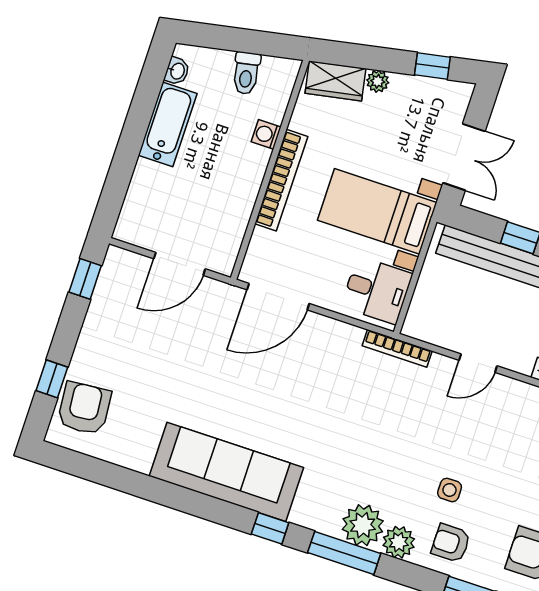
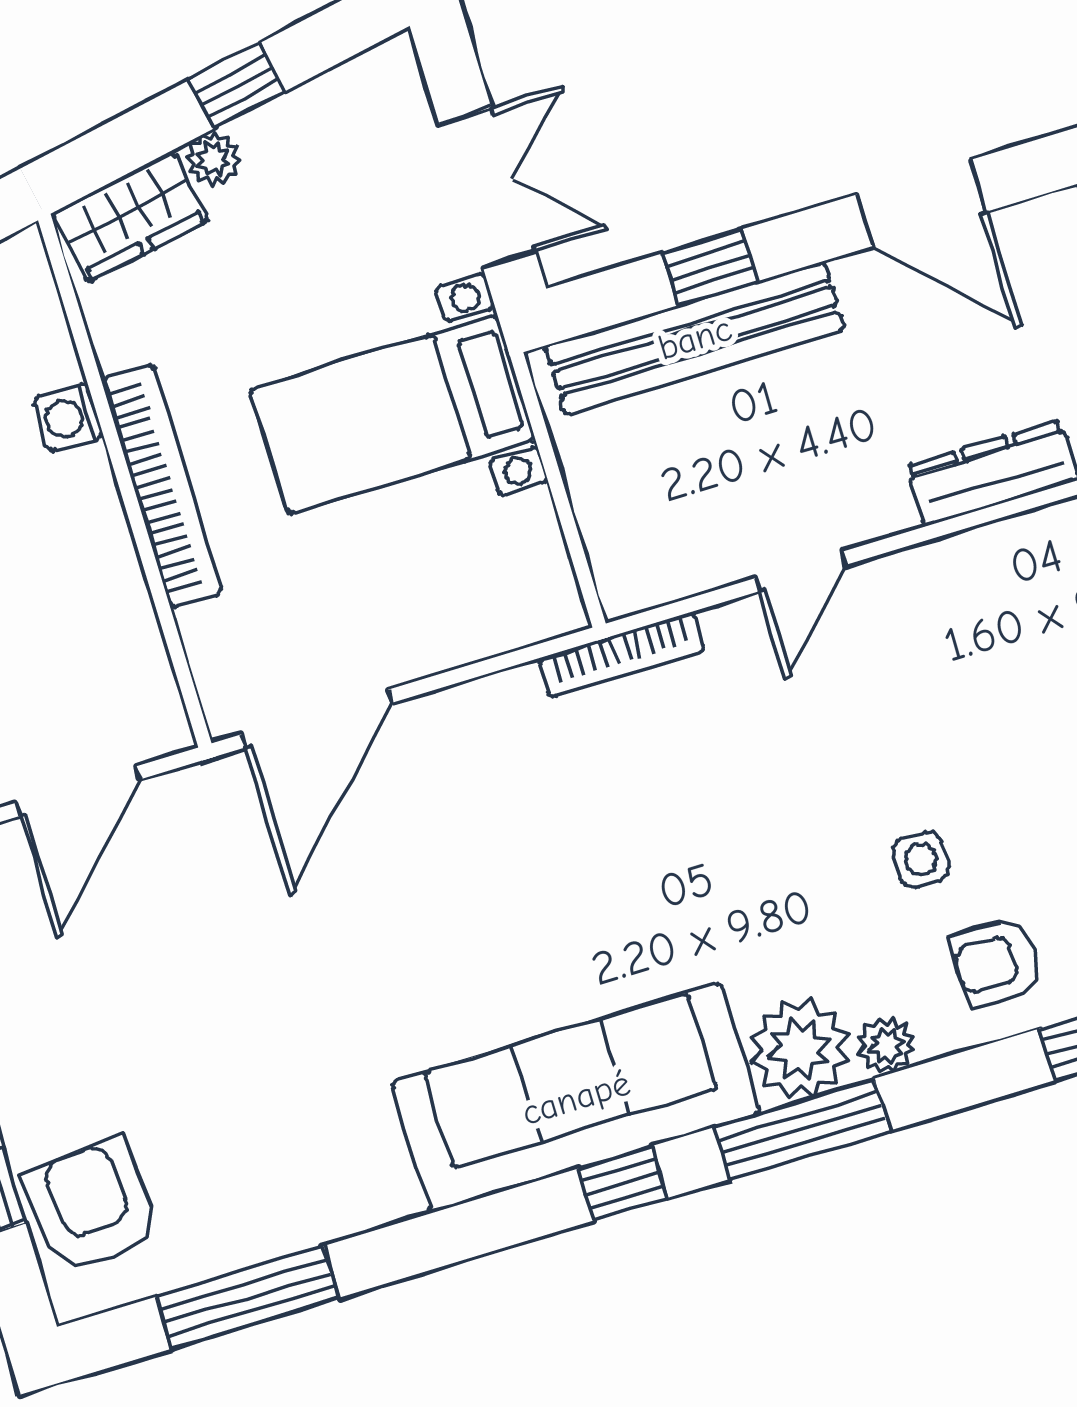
window: (432, 66) -> (237, 86), moved
desk: (377, 290) -> (501, 569), removed
sofa: (226, 472) -> (576, 1098), moved
window: (115, 477) -> (248, 1297), added
plant: (399, 542) -> (886, 1045), width x0.73, depth x0.73

